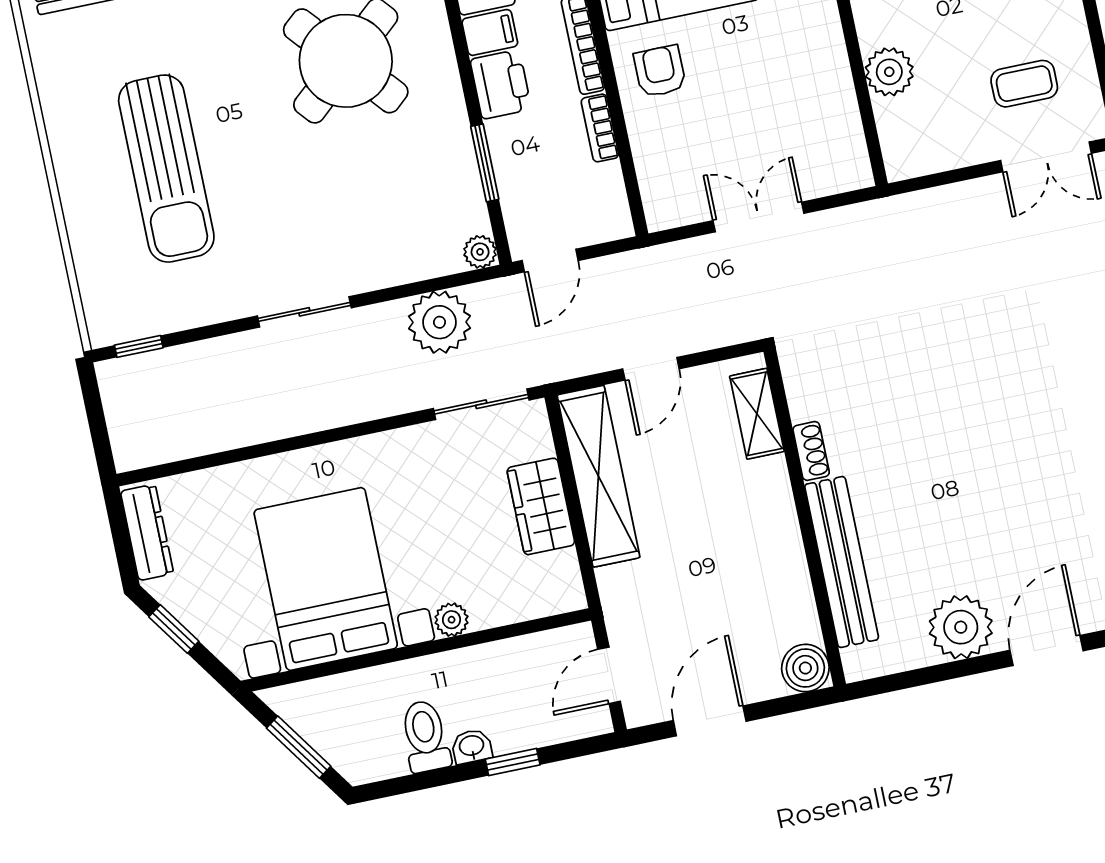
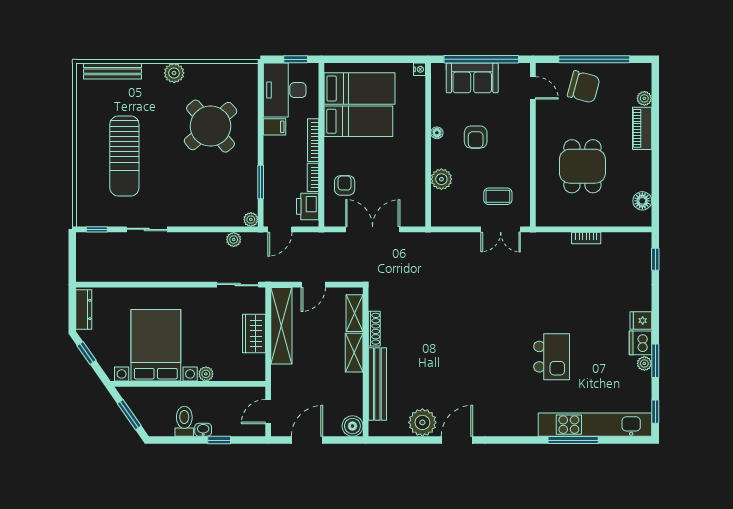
armchair: (660, 71) -> (345, 185), moved
printer: (501, 84) -> (308, 206), moved, turned 180
double door: (758, 217) -> (373, 229), width x1.37
sliding door: (304, 312) -> (147, 229), moved
plant: (439, 322) -> (234, 240), width x0.53, depth x0.53
shoe rack: (811, 451) -> (374, 329), width x1.43
shelving: (775, 502) -> (354, 353), added

